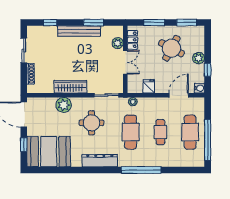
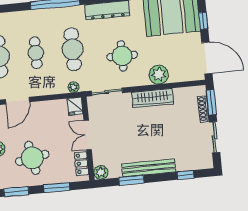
plant: (118, 43) -> (101, 172), moved
round table: (171, 48) -> (32, 158), turned -38
window: (24, 79) -> (211, 102), added
fridge: (149, 86) -> (75, 106), moved

